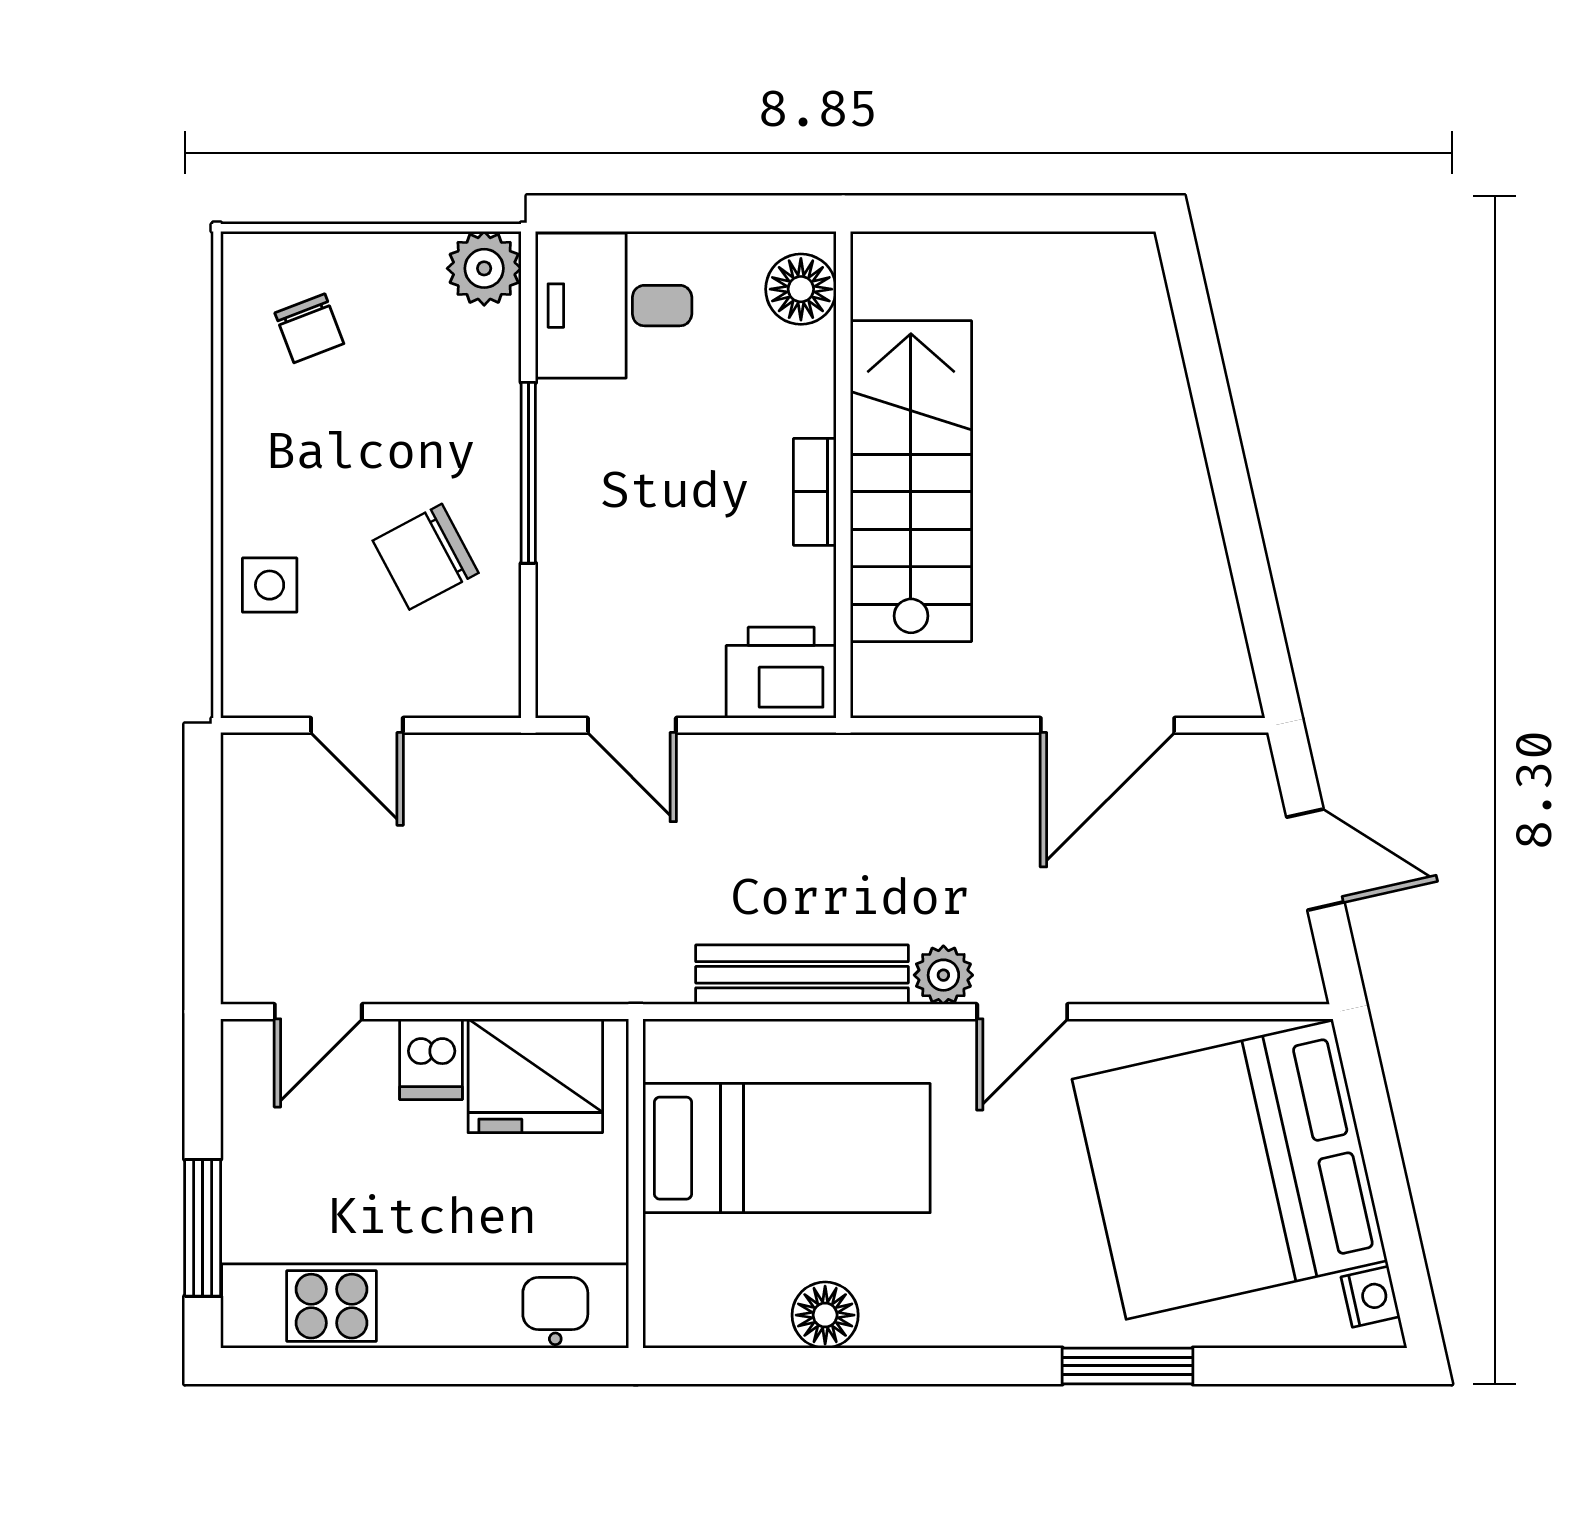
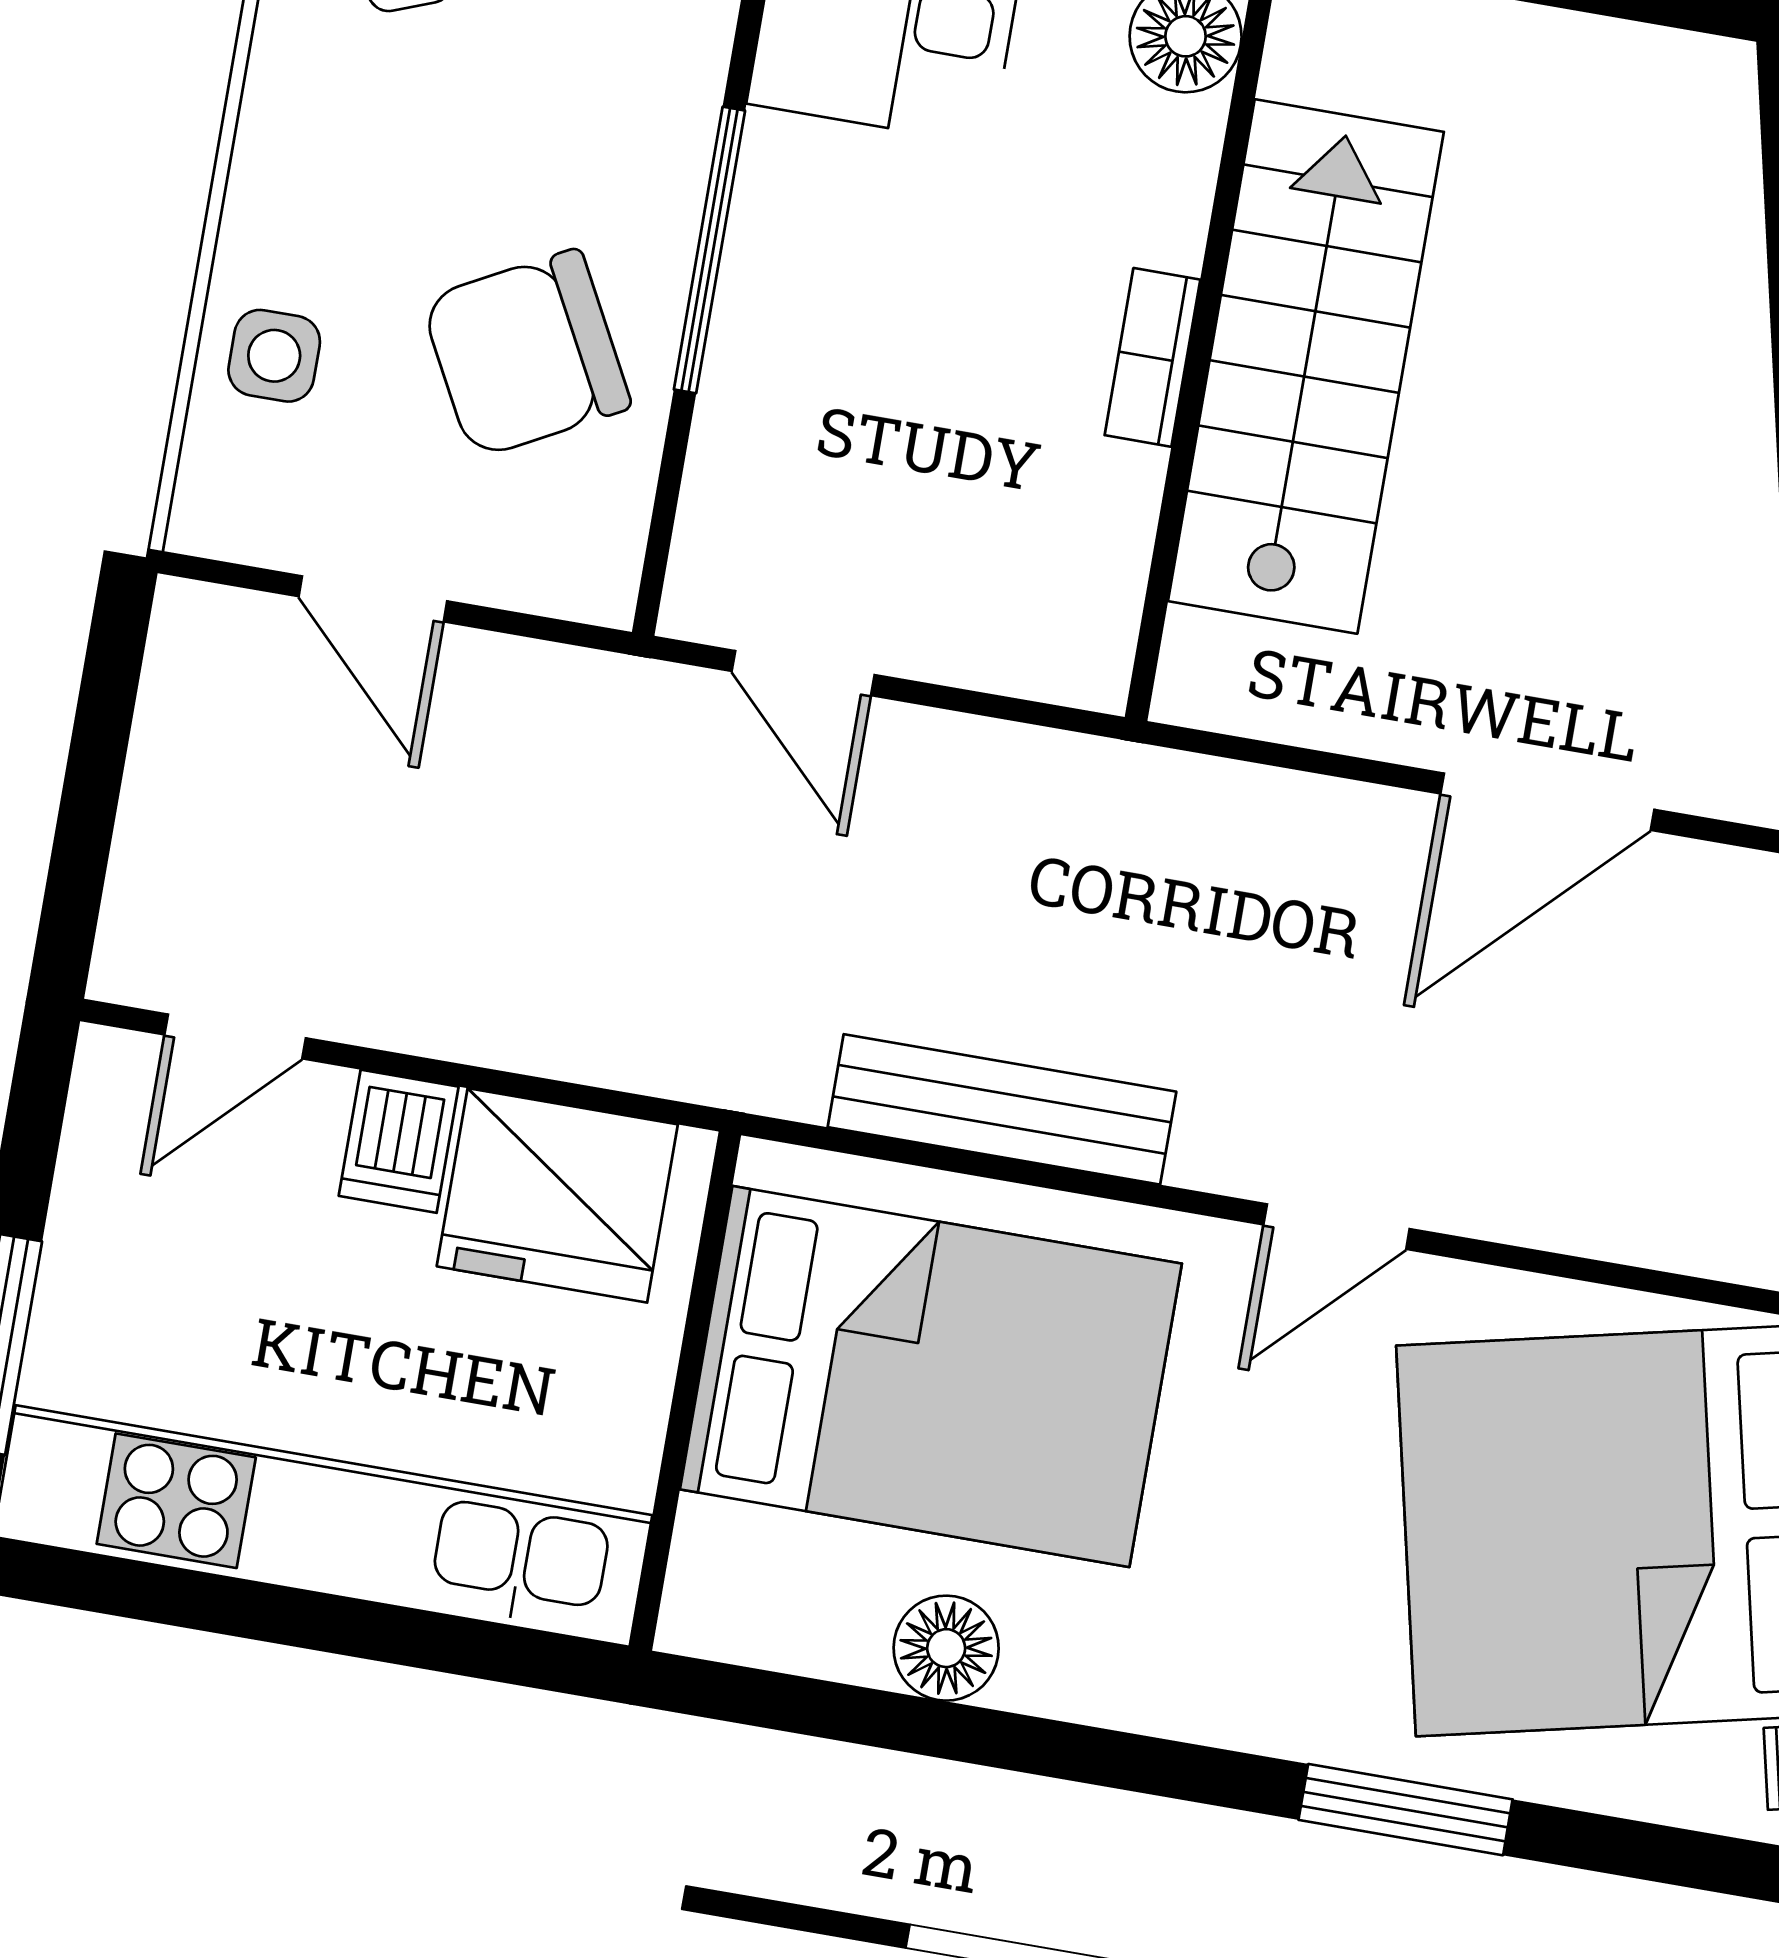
chair: (426, 557) -> (526, 354), width x1.37, depth x1.37
printer: (781, 673) -> (1051, 631), removed
plant: (943, 975) -> (1223, 1148), removed
bed: (787, 1148) -> (931, 1376), width x1.50

